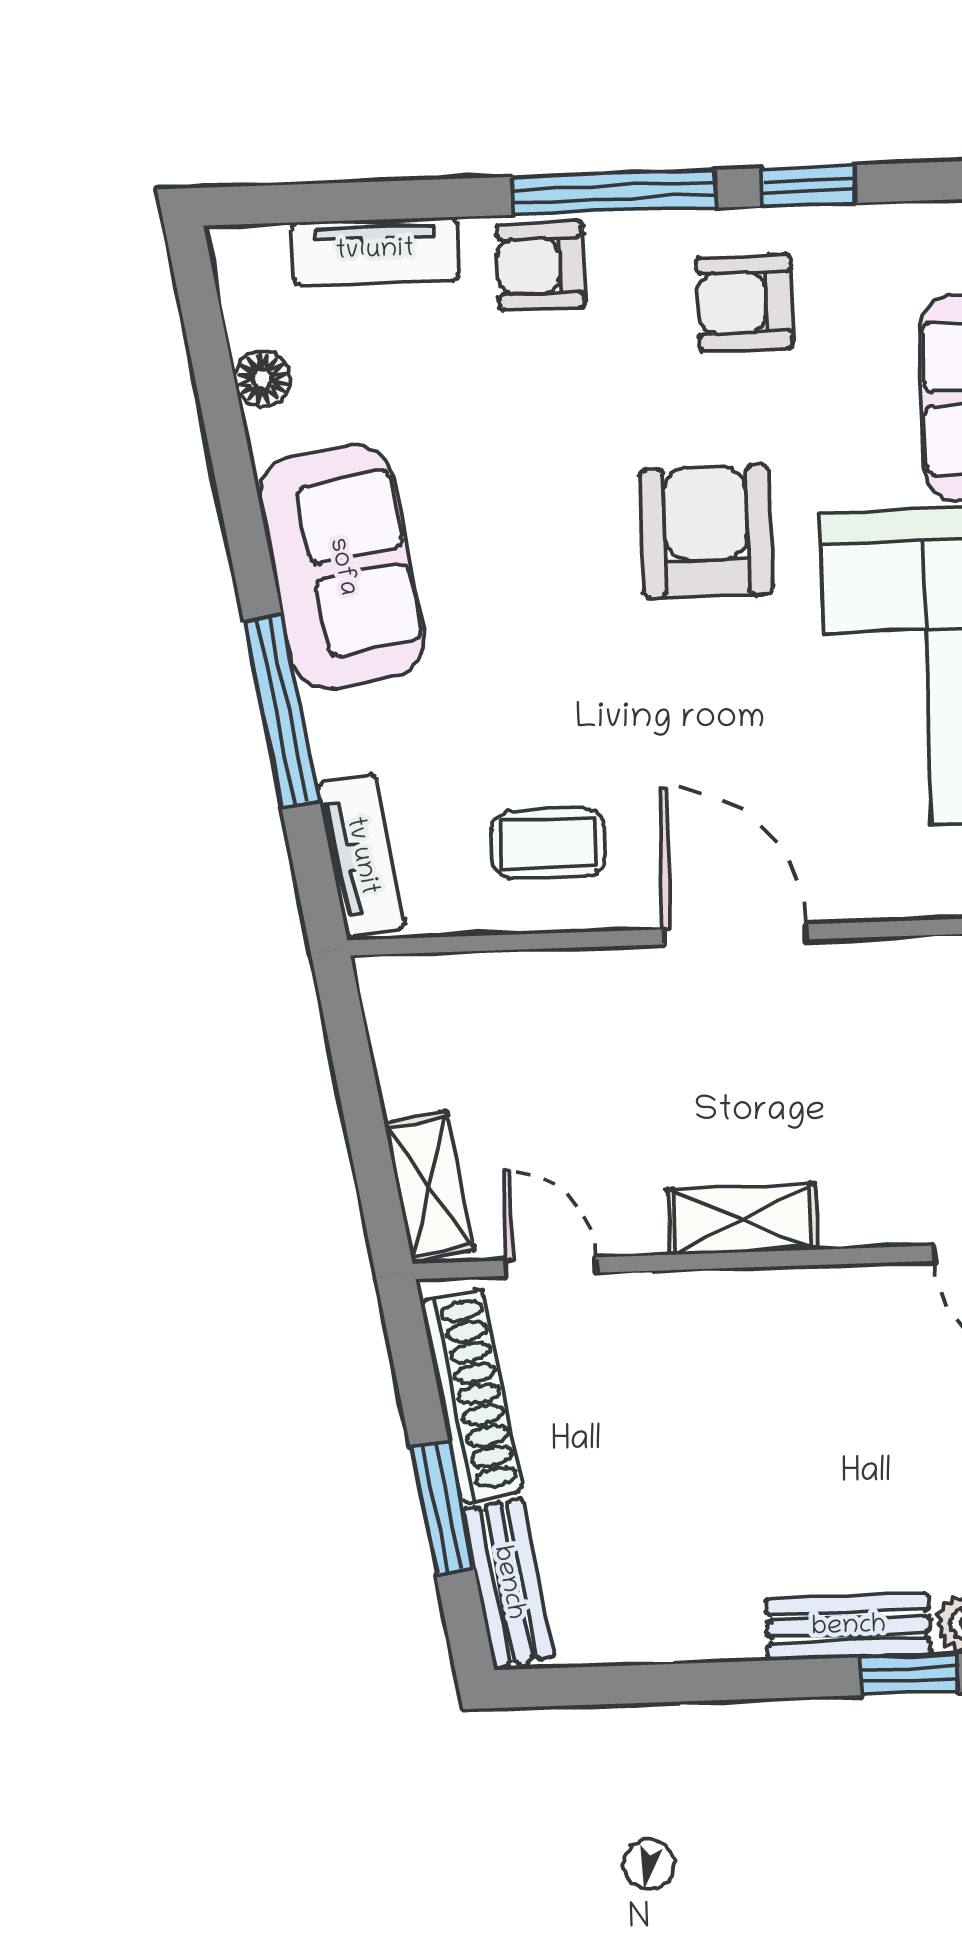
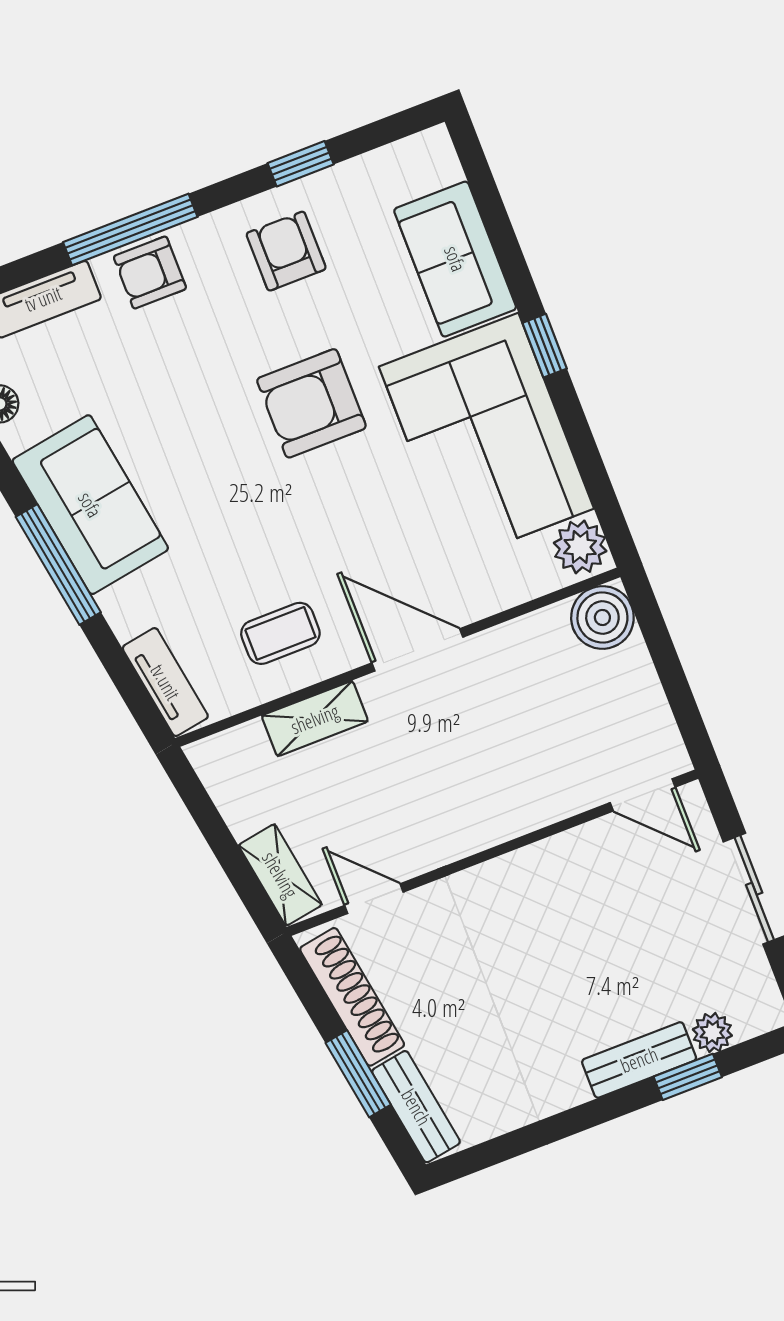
window: (614, 192) -> (130, 229), moved
armchair: (745, 303) -> (286, 251), turned 90
armchair: (706, 532) -> (311, 403), turned -90
window: (282, 711) -> (58, 565), moved
shelving: (742, 1219) -> (315, 719), moved

